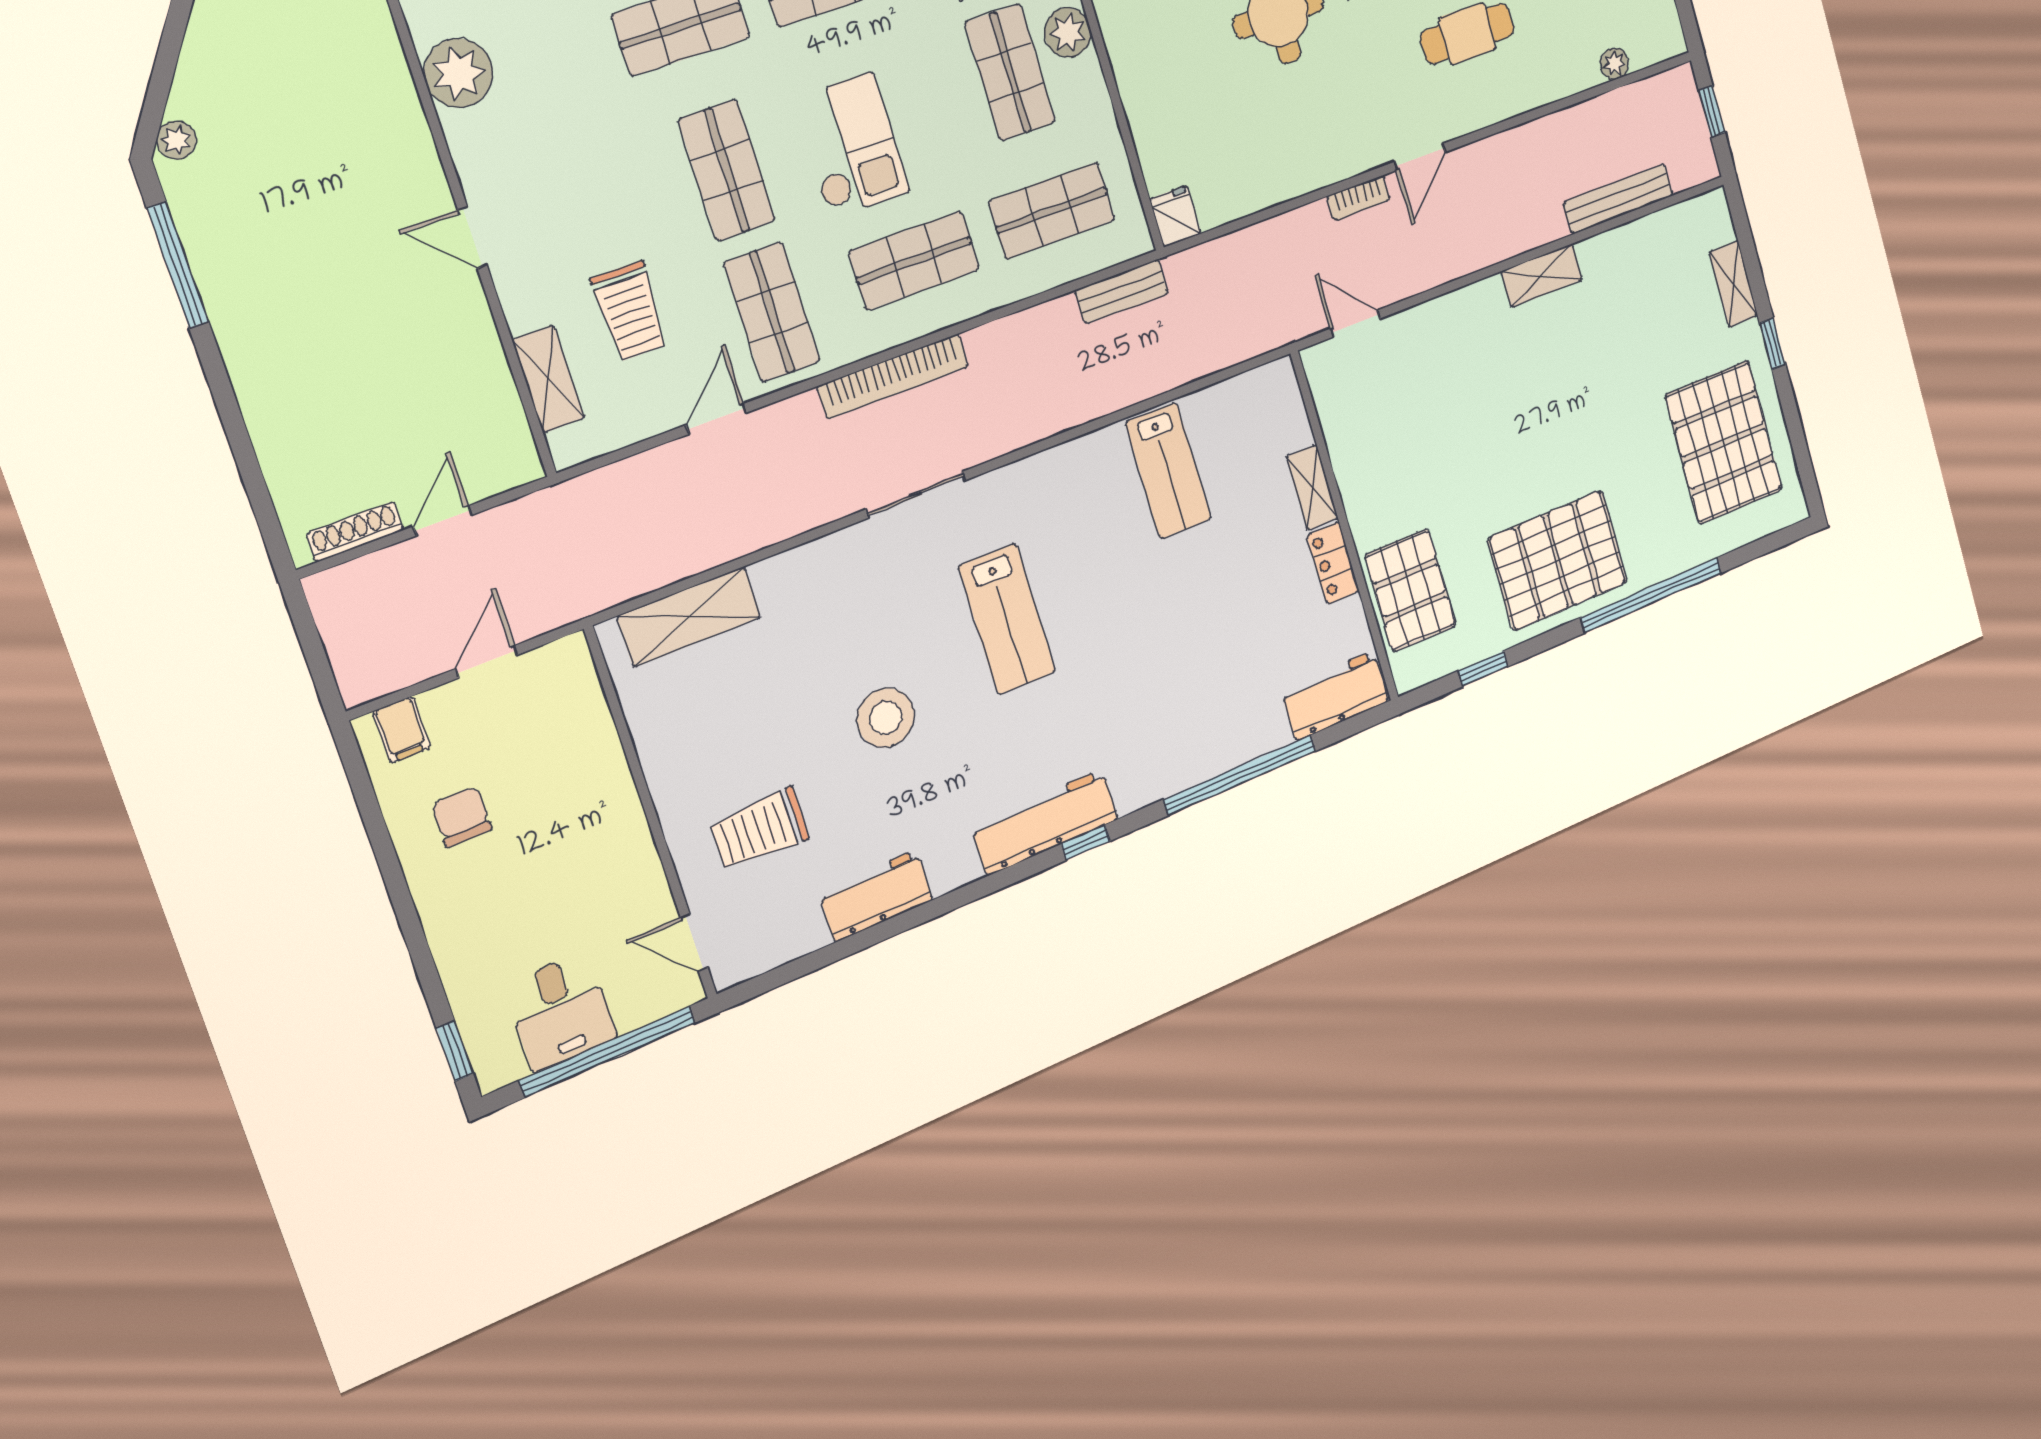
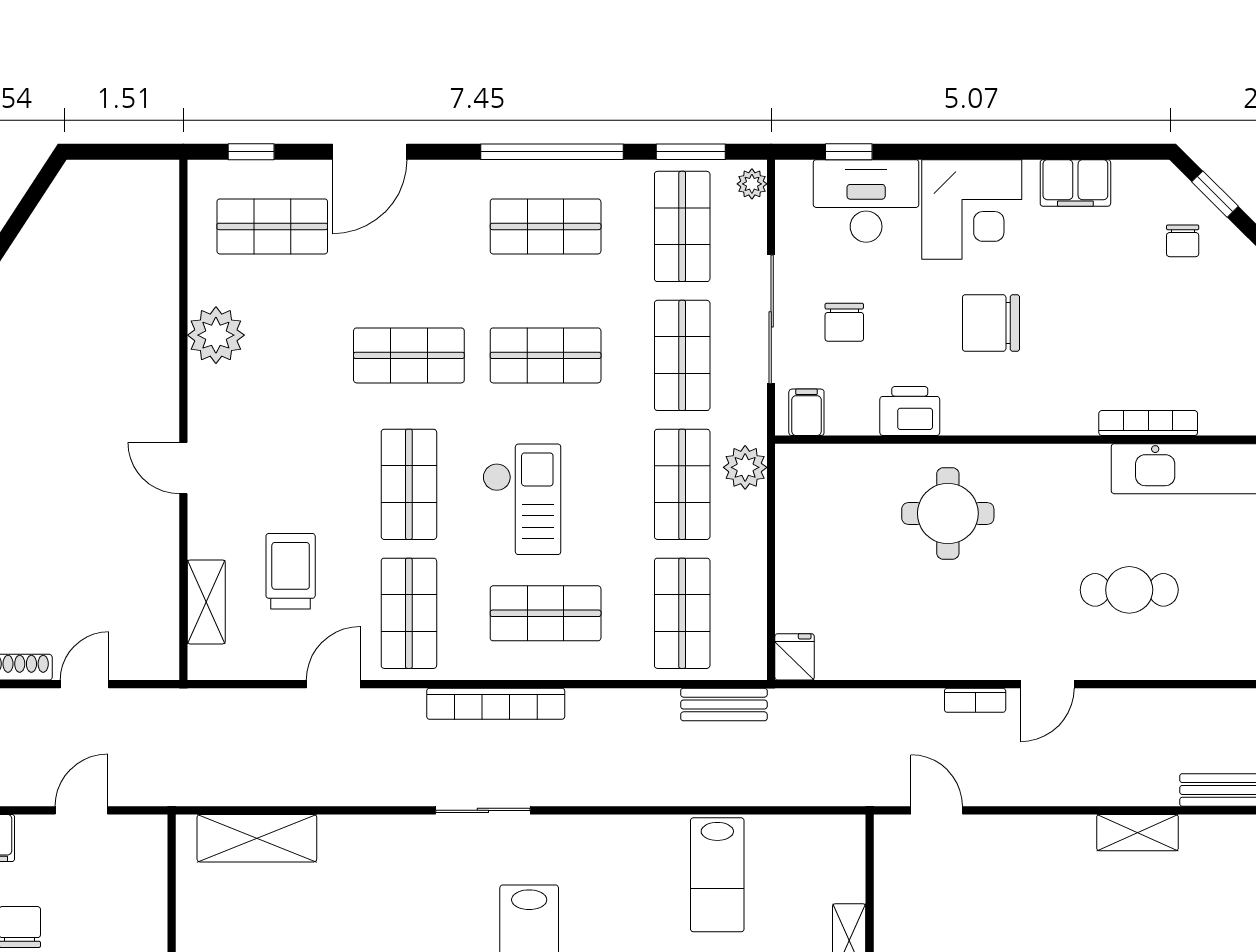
shop shelf: (1052, 210) -> (682, 613), turned 90
trolley: (630, 311) -> (291, 571), turned 180

